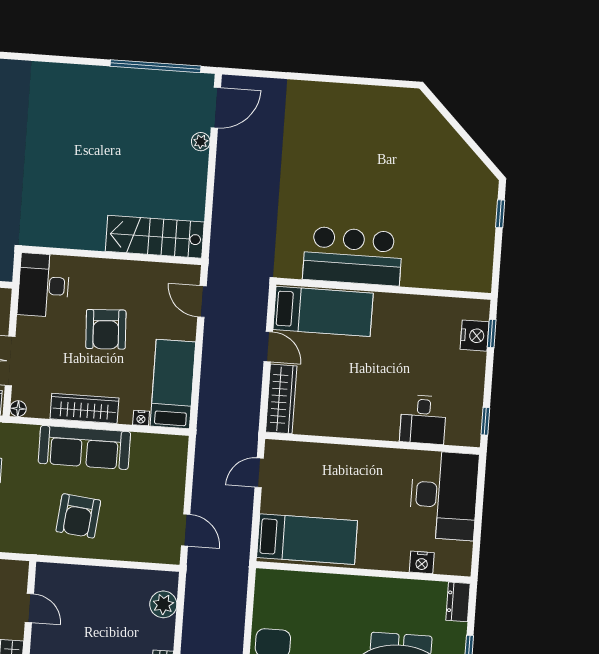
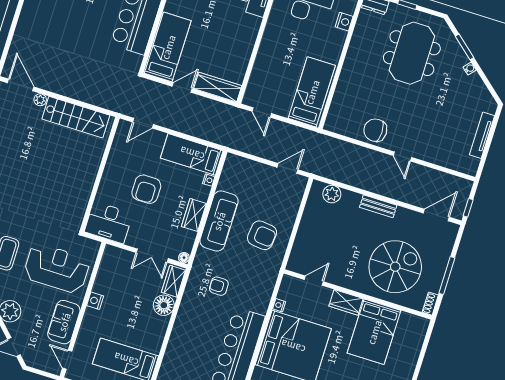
stairs: (155, 237) -> (76, 117), moved, turned -90
armchair: (106, 329) -> (146, 189), turned 93
wardrobe: (84, 408) -> (194, 215), width x0.67

